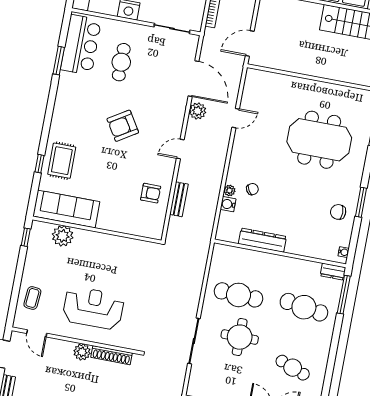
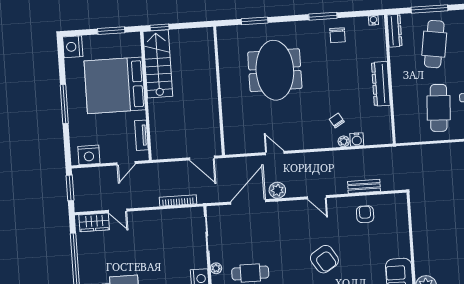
plant: (135, 29) -> (216, 268), added
armchair: (123, 126) -> (324, 259), moved
dresser: (262, 240) -> (381, 84), moved
dresser: (333, 272) -> (395, 31), width x1.44
window: (344, 295) -> (429, 9), moved

